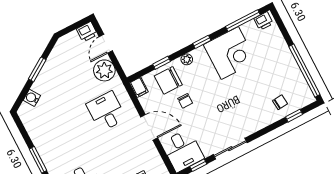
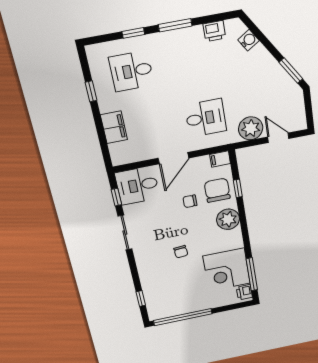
printer: (87, 32) -> (214, 31), moved, turned -90
window: (202, 42) -> (245, 232), removed
corner desk: (230, 53) -> (227, 270), moved
plant: (187, 59) -> (228, 219), width x1.88, depth x1.88
window: (37, 69) -> (291, 71), moved
chair: (280, 102) -> (181, 252), moved

